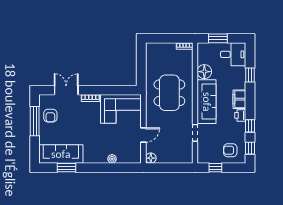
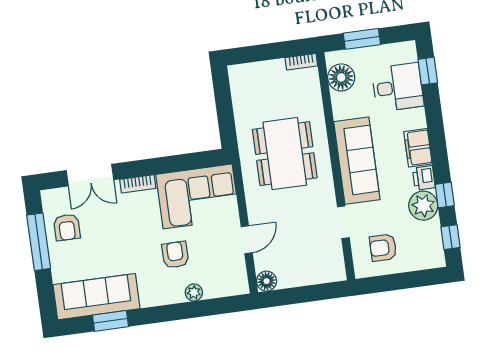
desk: (233, 54) -> (398, 87), moved
floor lamp: (204, 72) -> (341, 77), moved
window: (250, 75) -> (428, 71), moved
double door: (66, 90) -> (90, 175), swing flipped
plant: (238, 130) -> (423, 206), added
armchair: (105, 138) -> (175, 255), added
armchair: (230, 150) -> (383, 248), moved
window: (215, 168) -> (391, 282), removed

